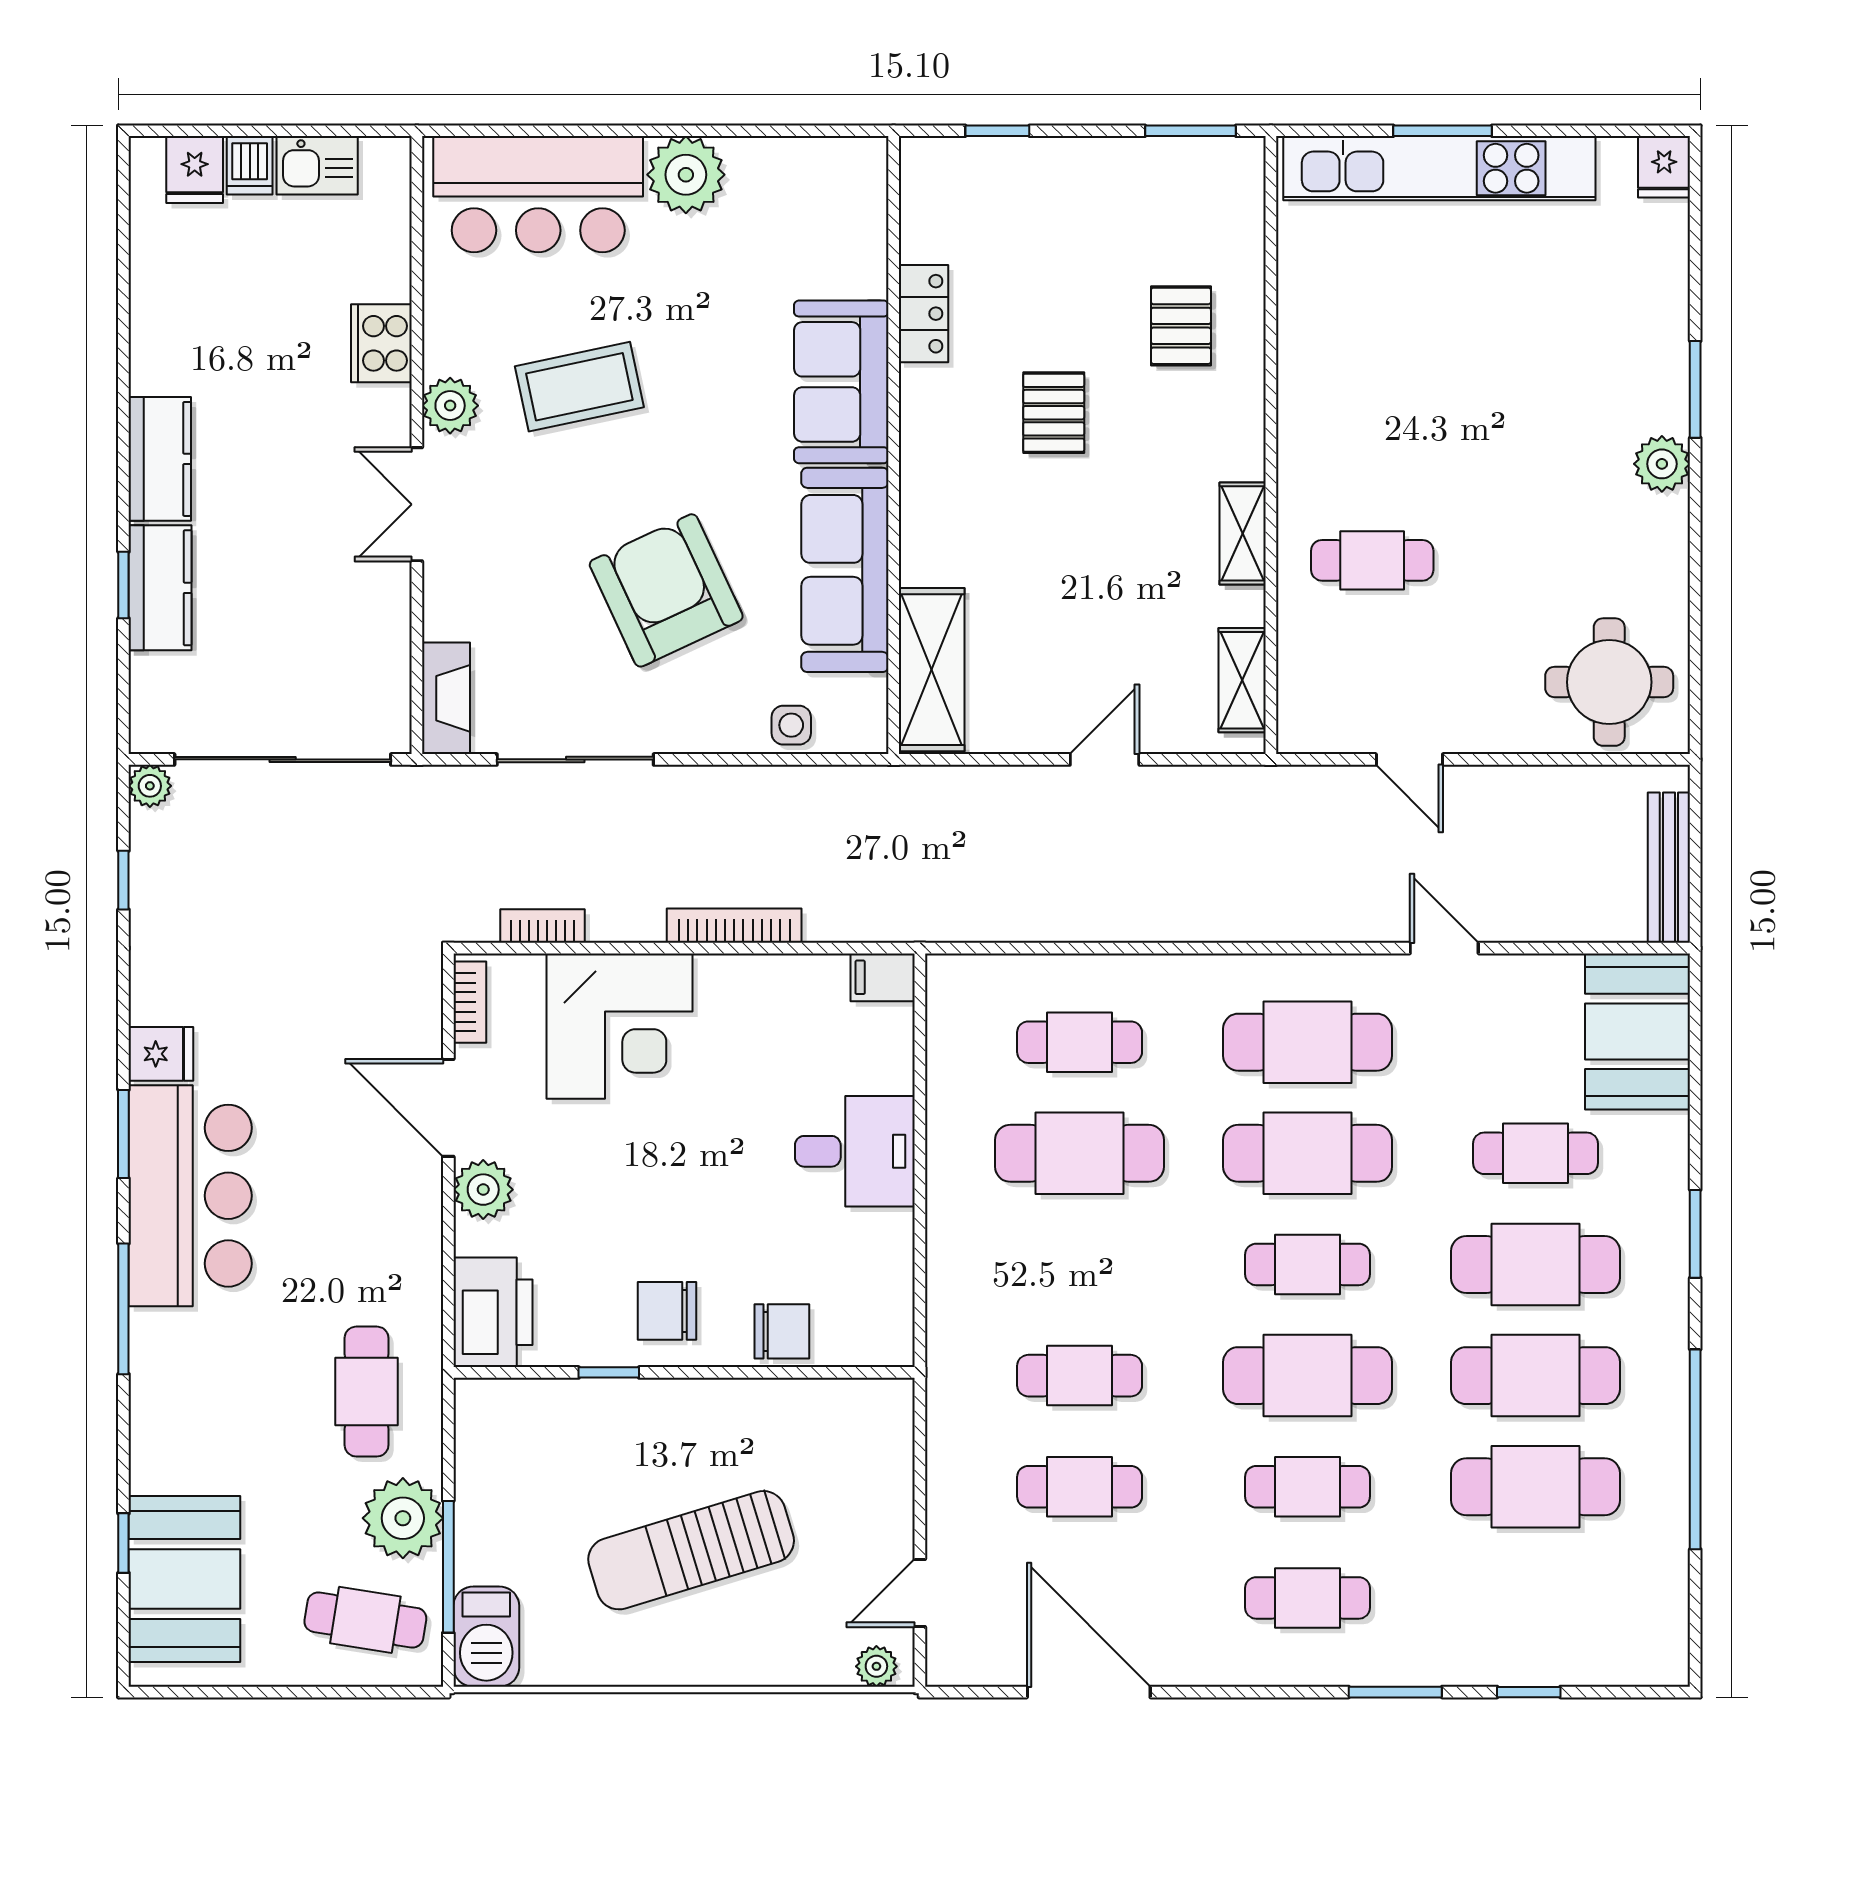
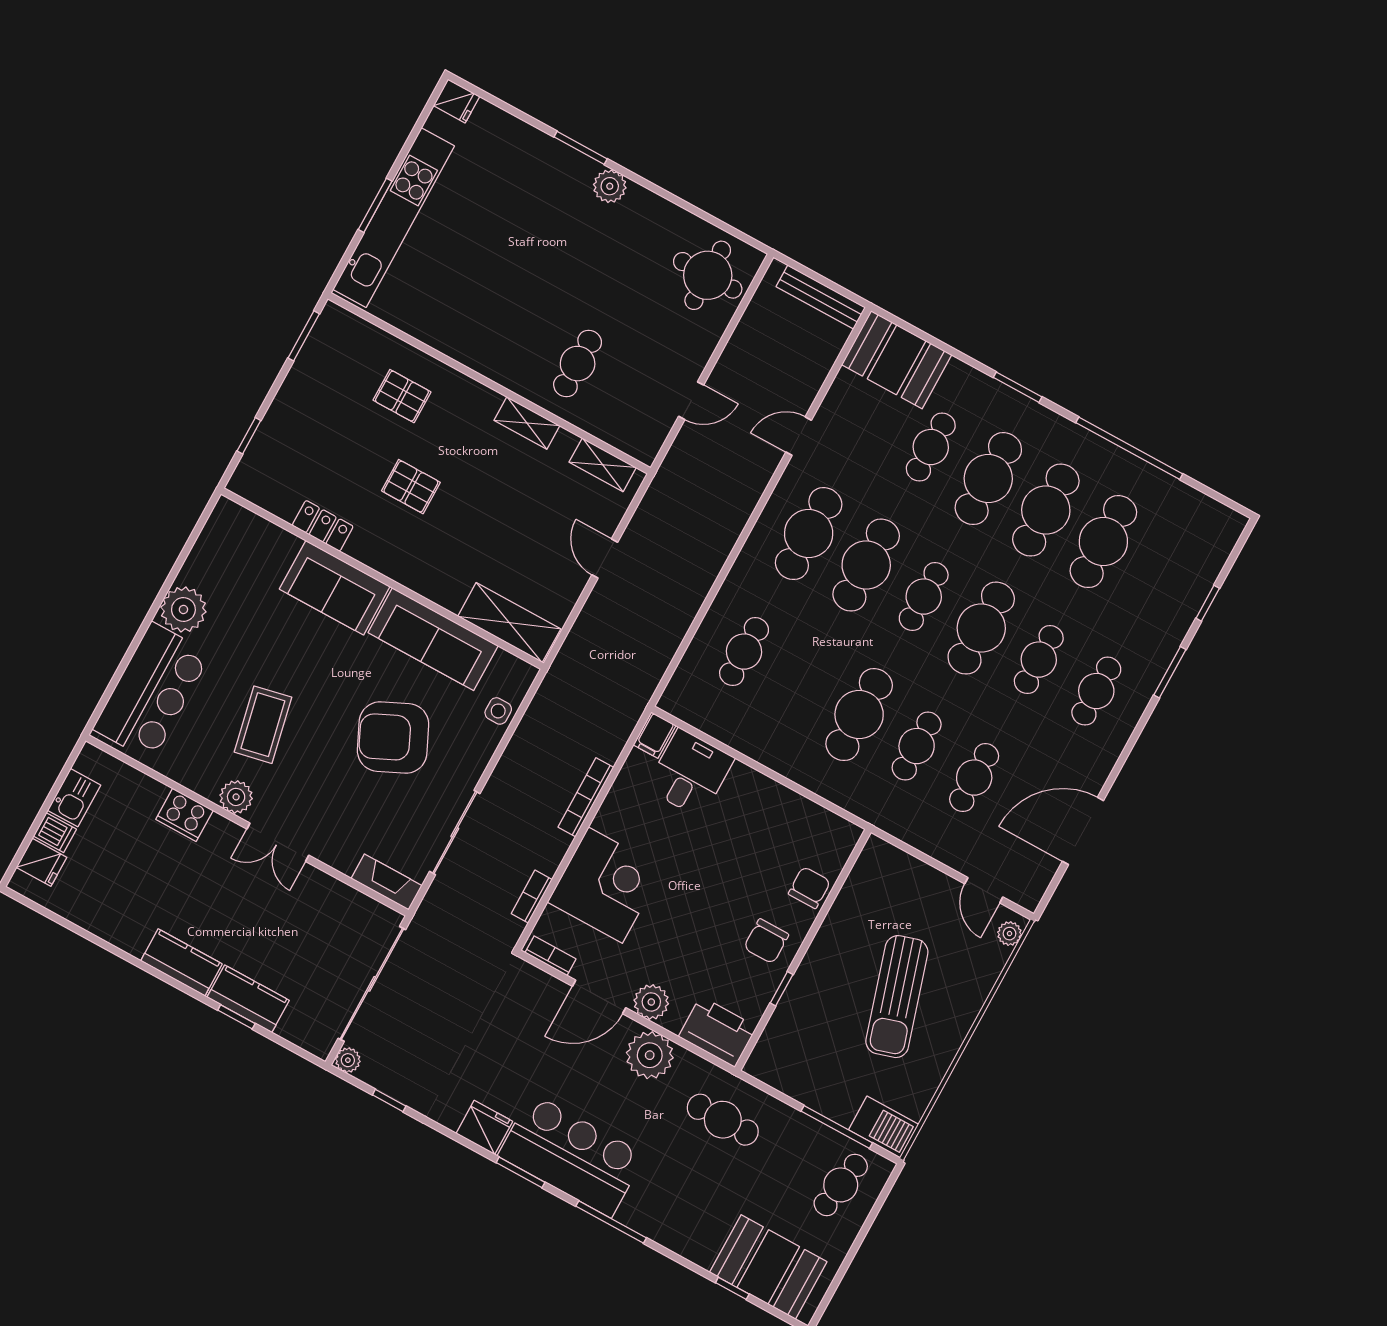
fridge: (161, 1054) -> (484, 1127), width x1.38
desk: (855, 1151) -> (690, 773), moved
cafe table: (1080, 1153) -> (859, 715), moved
plant: (403, 1518) -> (650, 1055), moved

